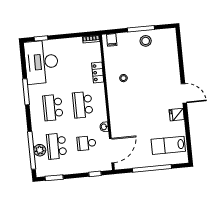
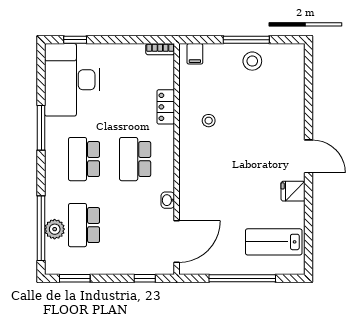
school desk: (86, 143) -> (135, 225), removed

